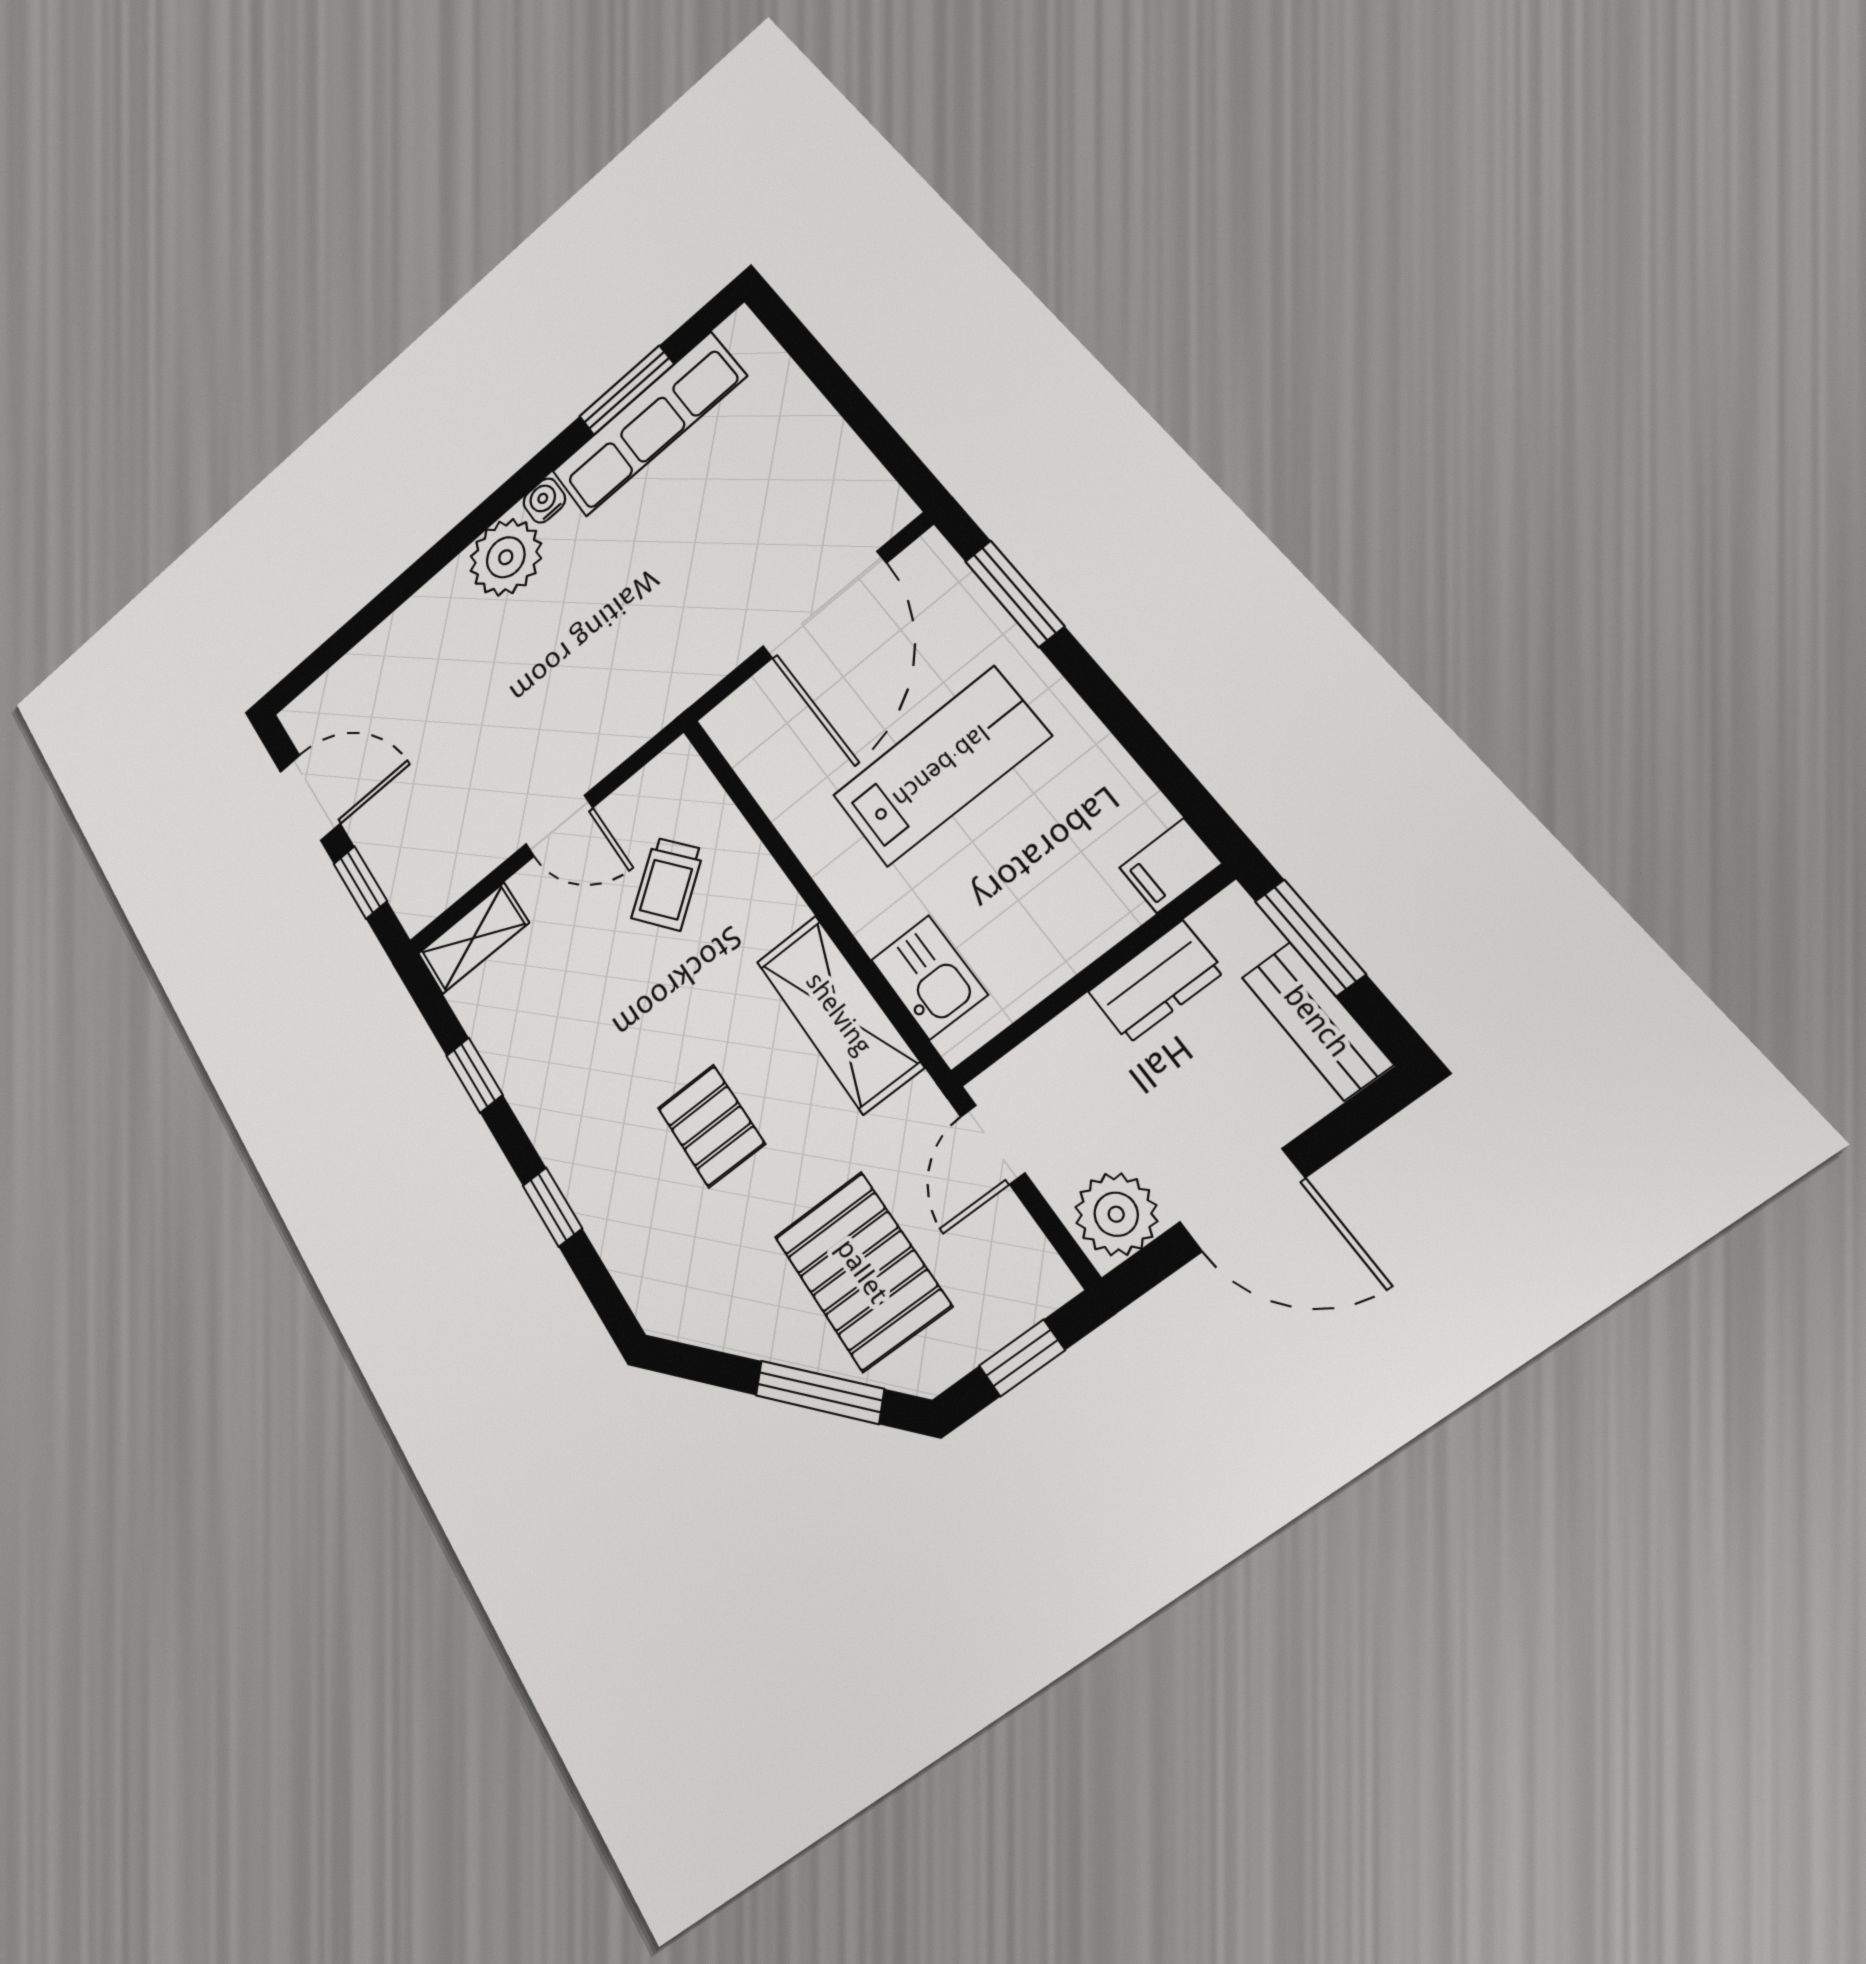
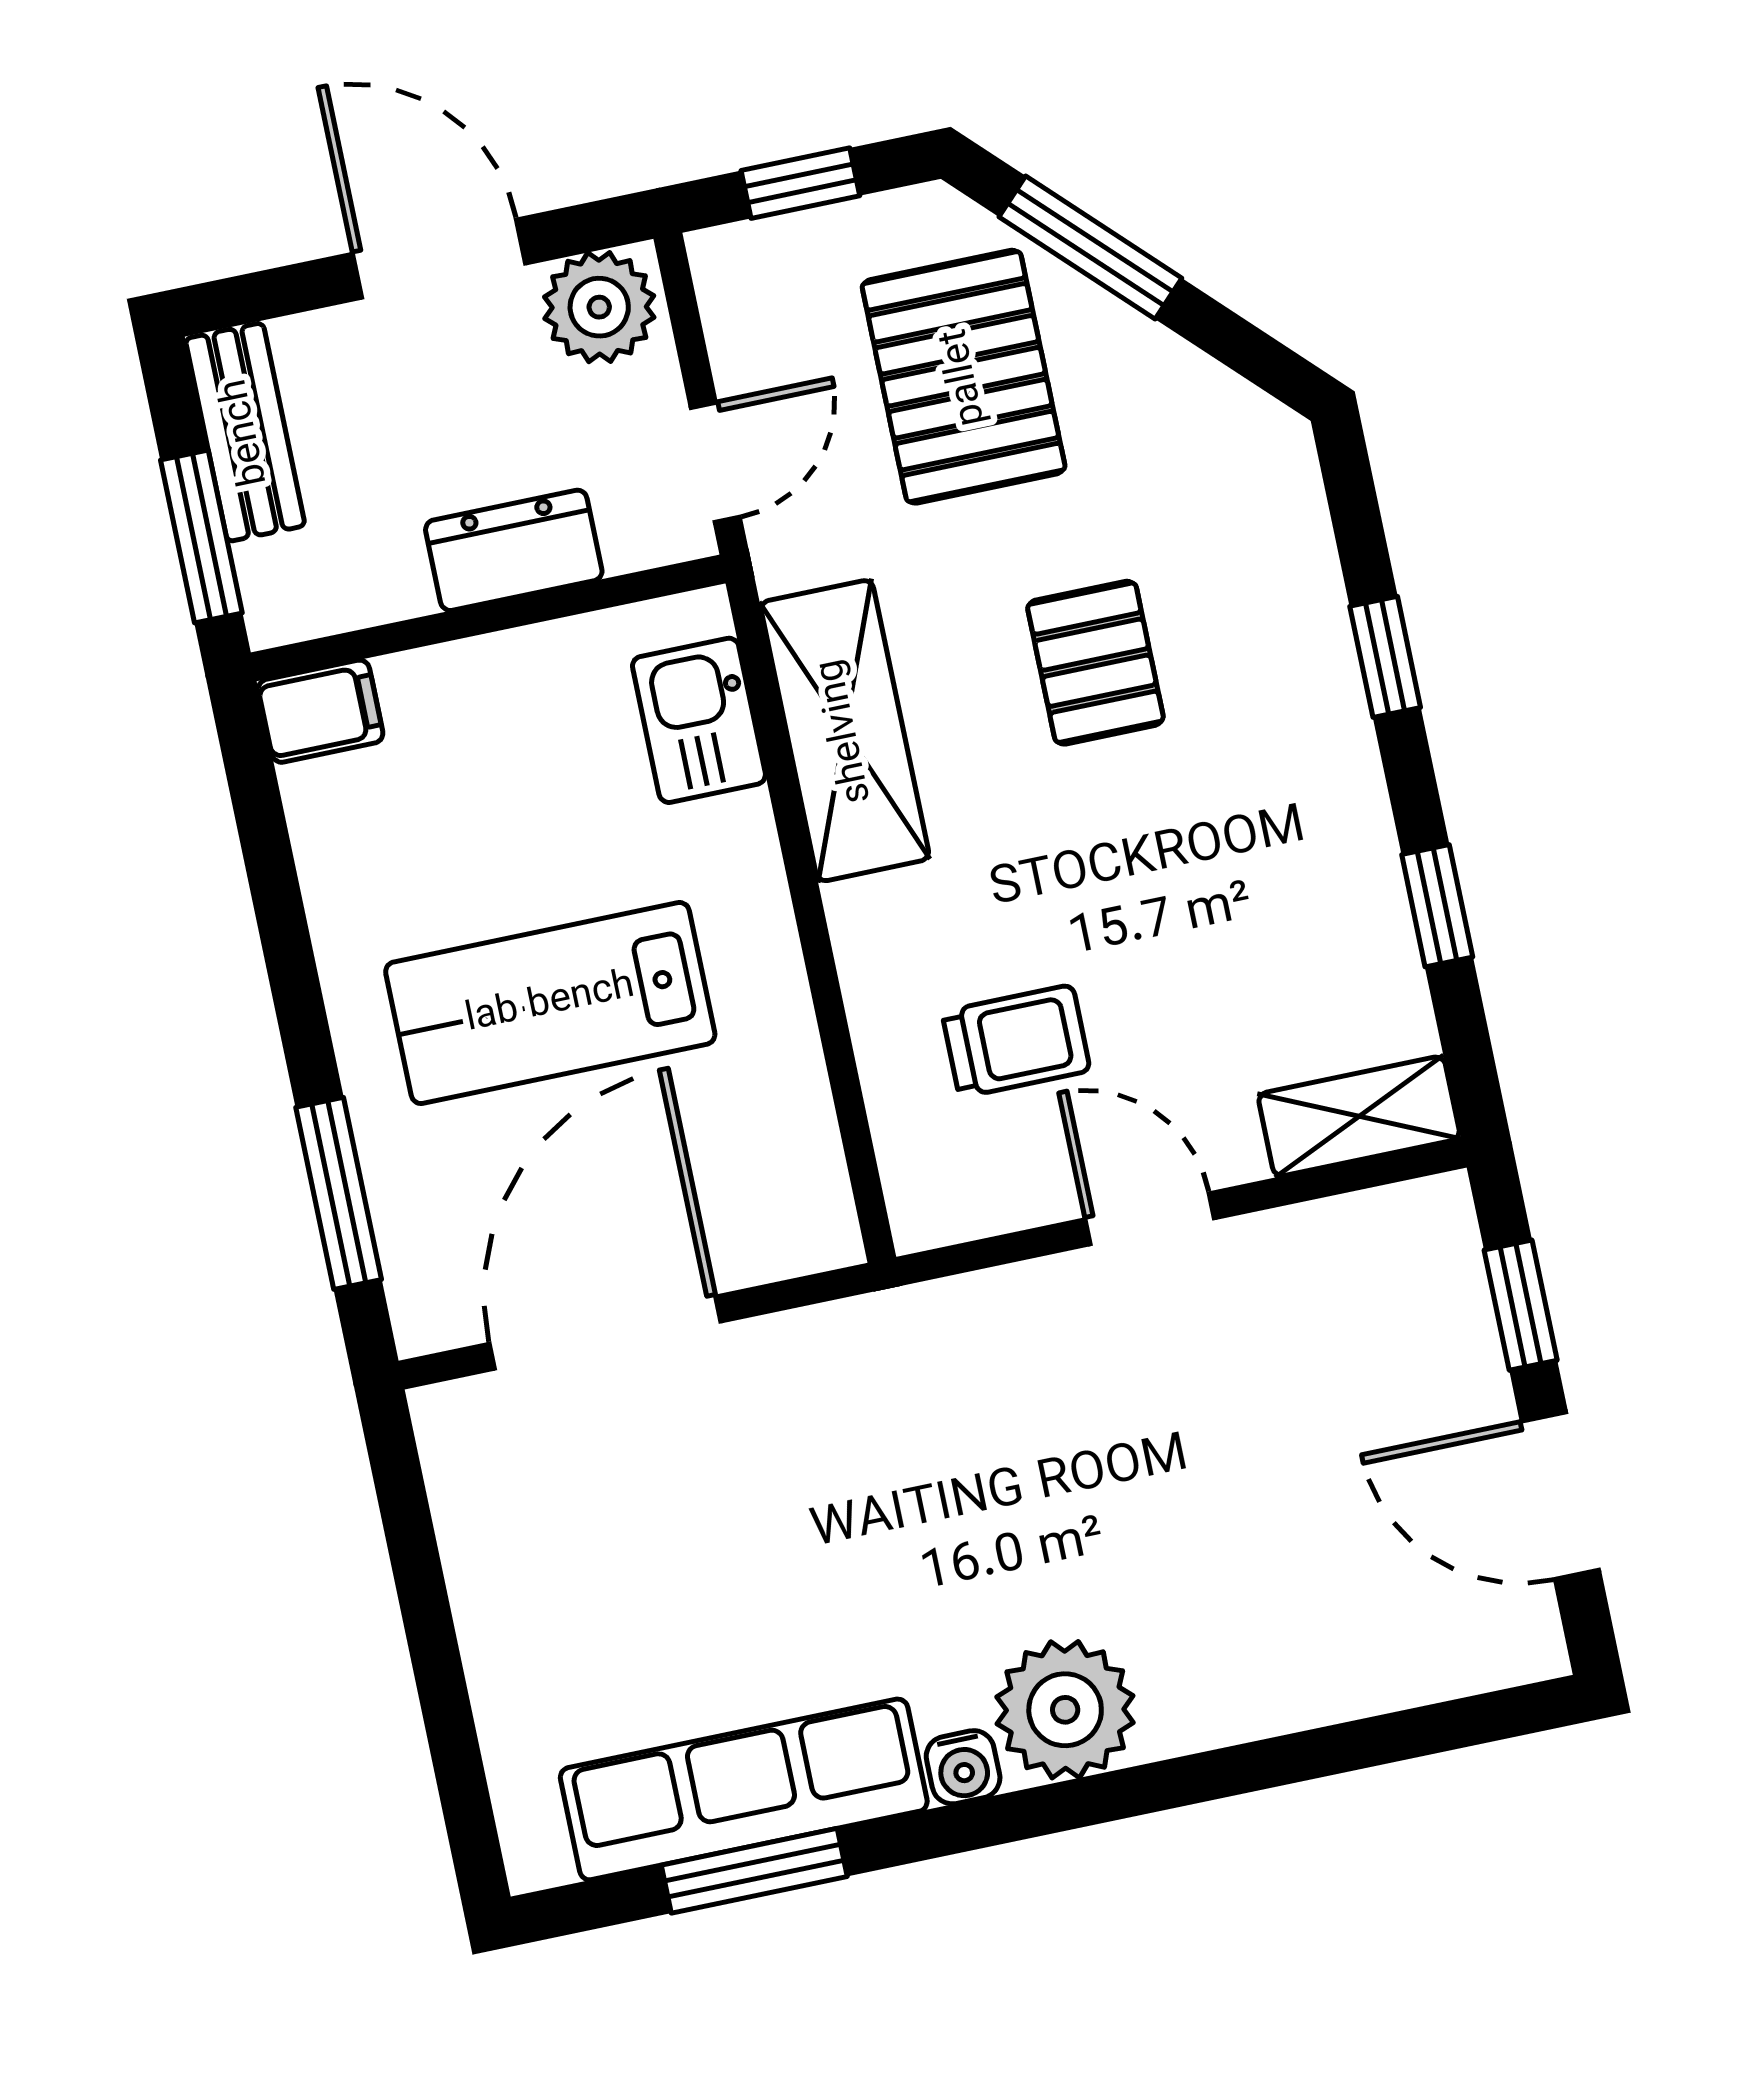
trolley: (667, 884) -> (1016, 1041), turned 38
dresser: (1156, 982) -> (514, 550), moved

